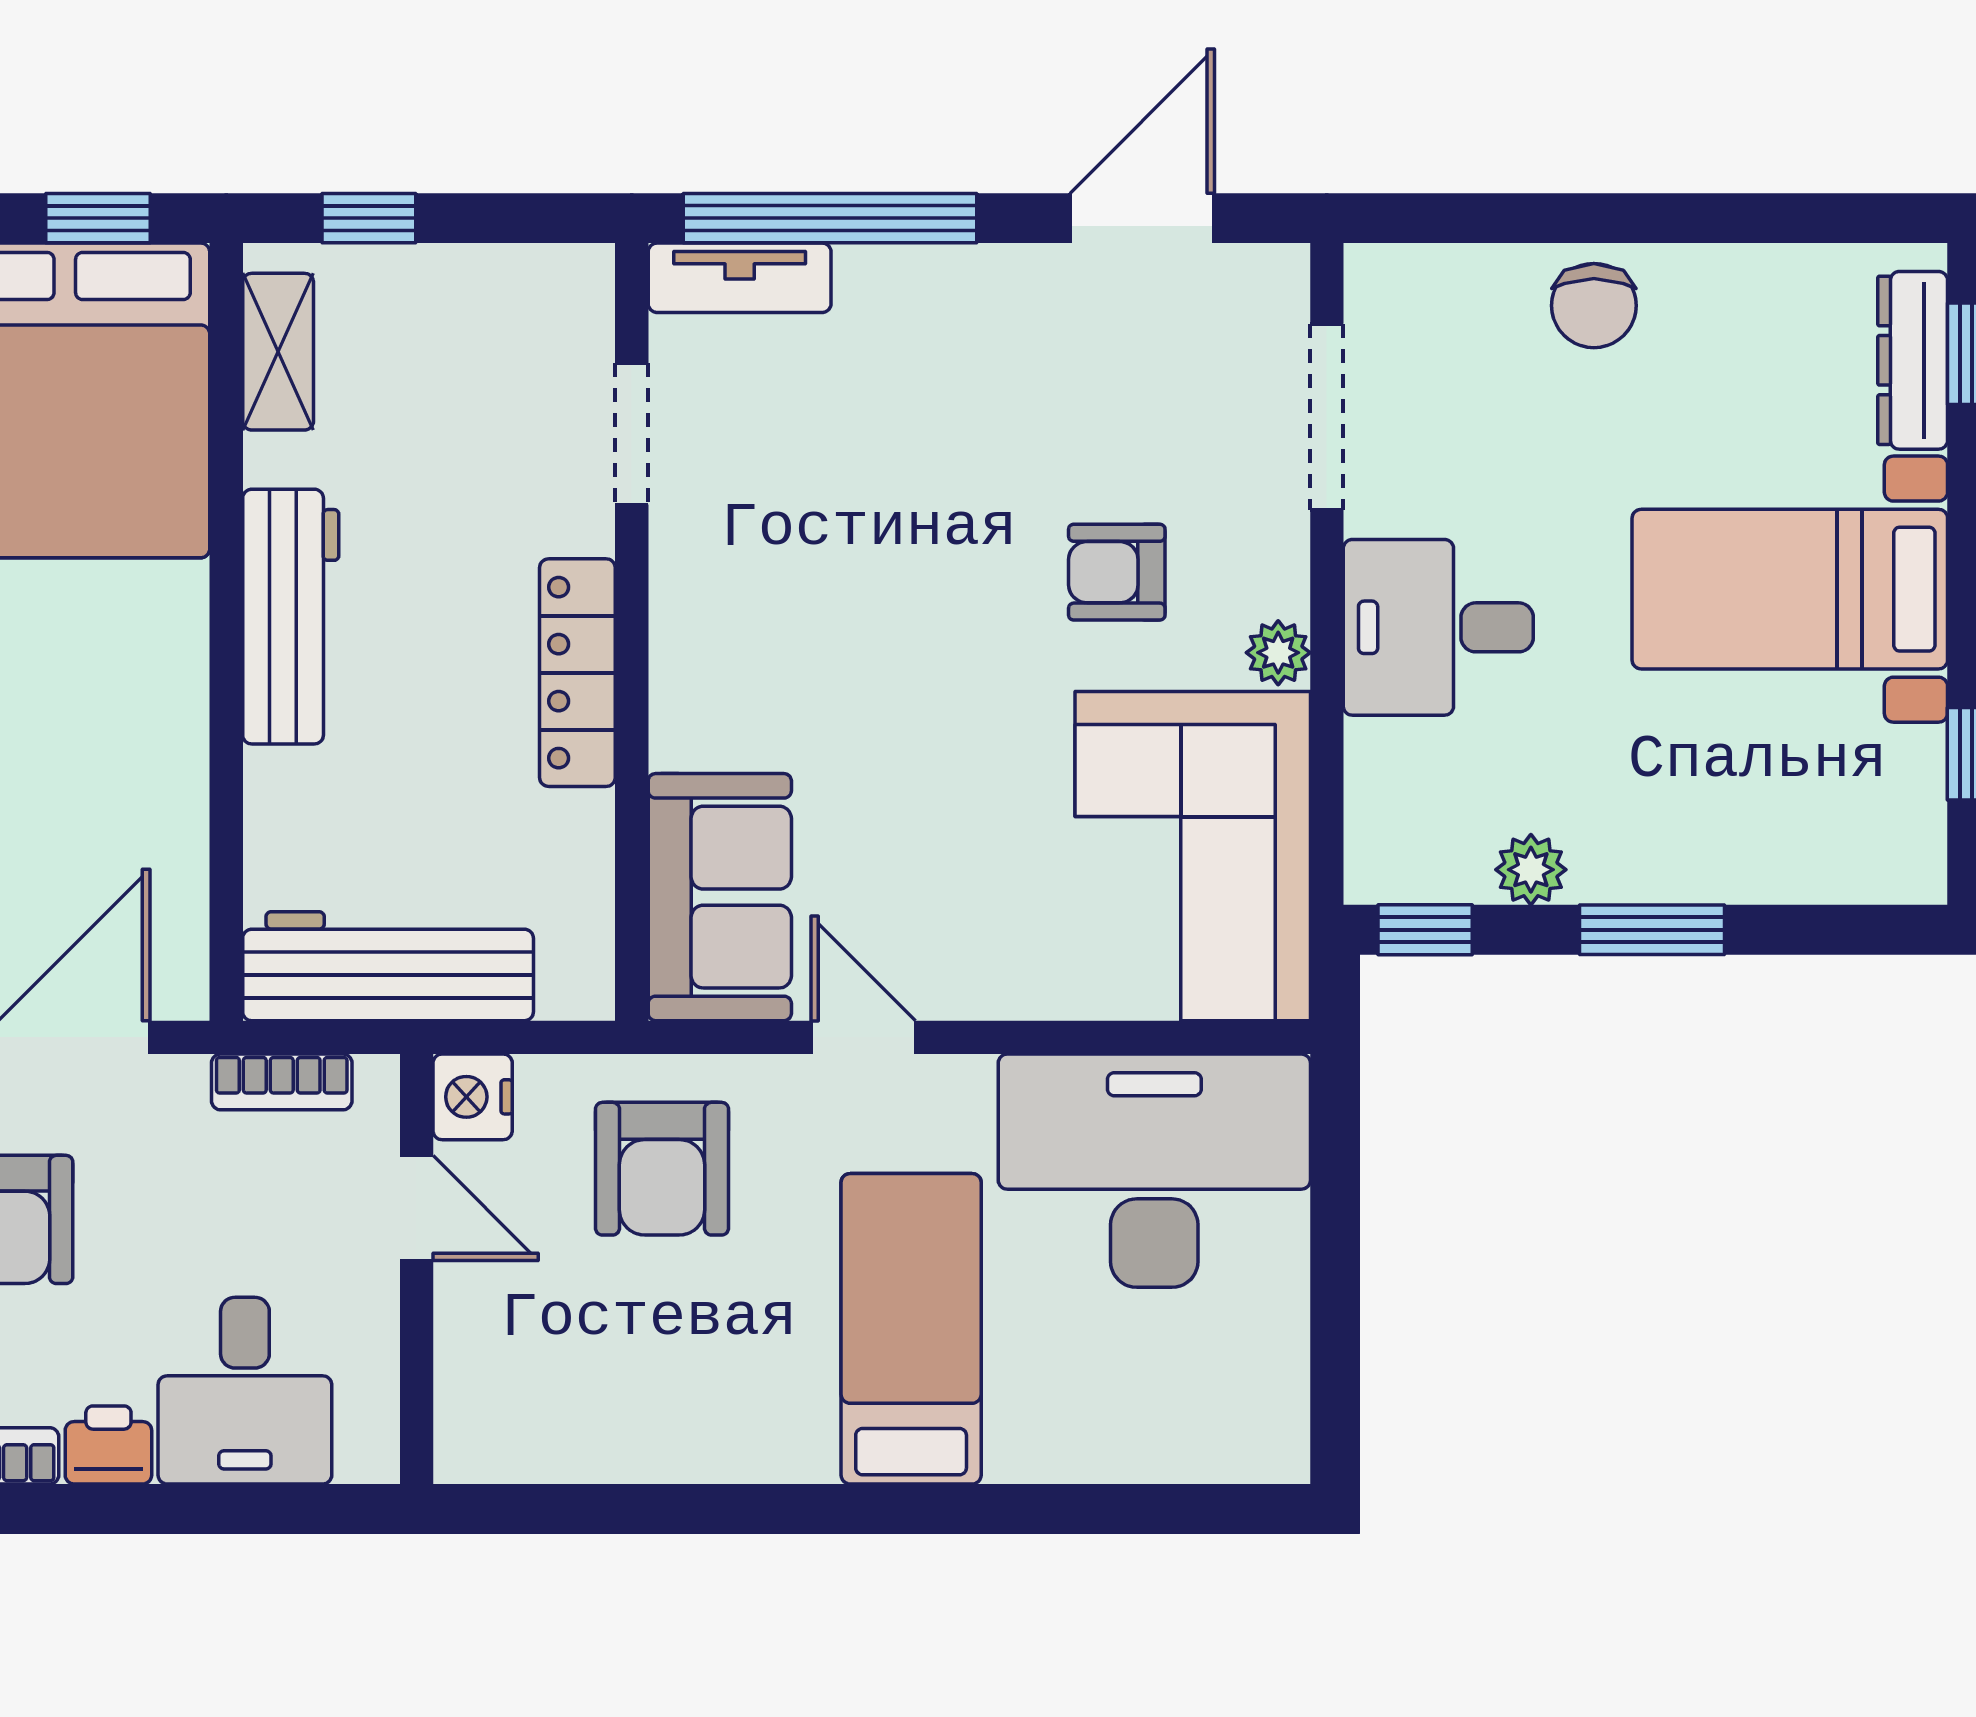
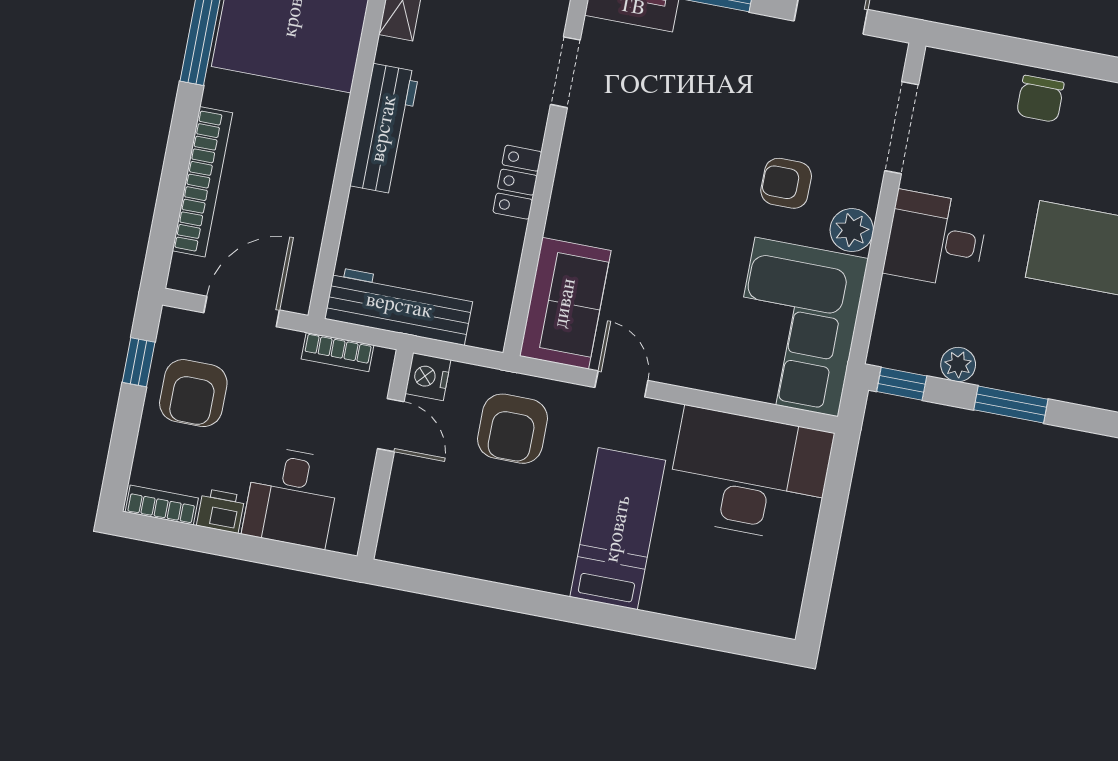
plant: (1278, 653) -> (852, 230), width x1.38, depth x1.38
locker: (577, 673) -> (517, 182), width x0.66

